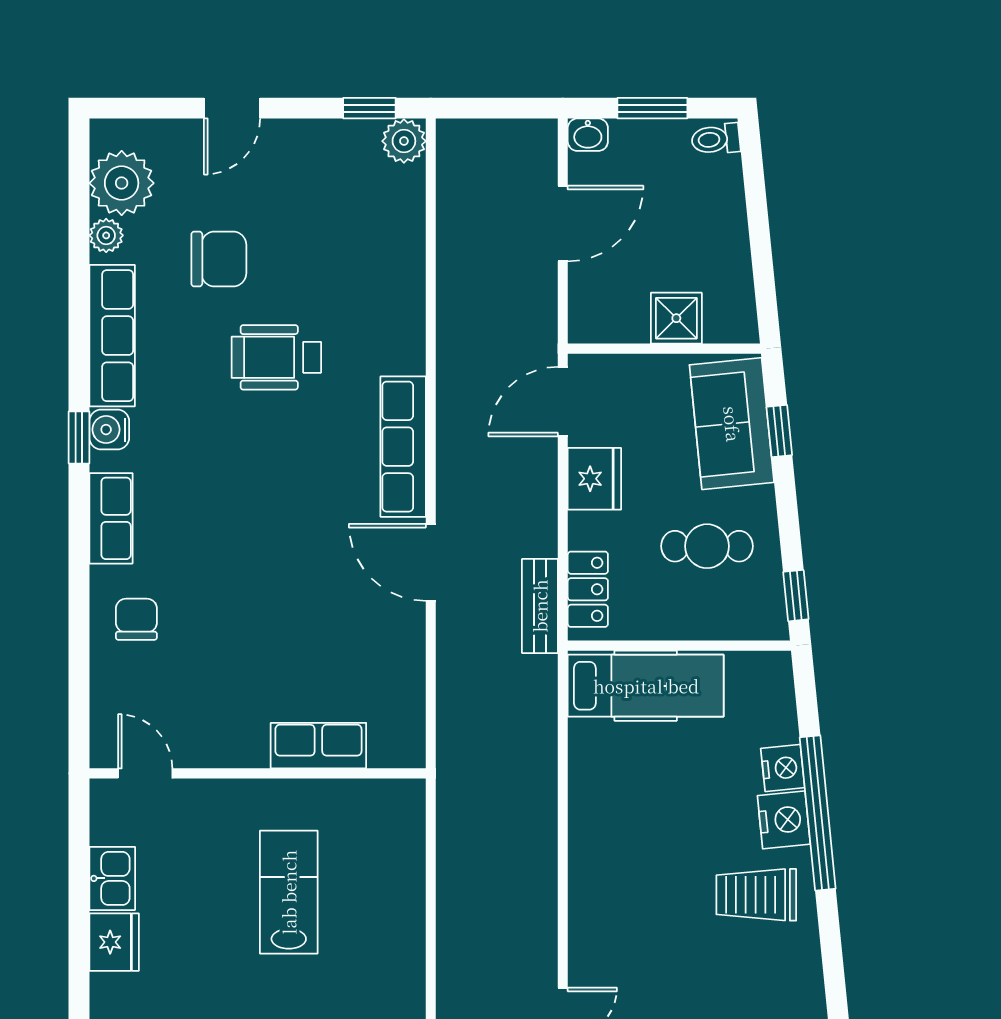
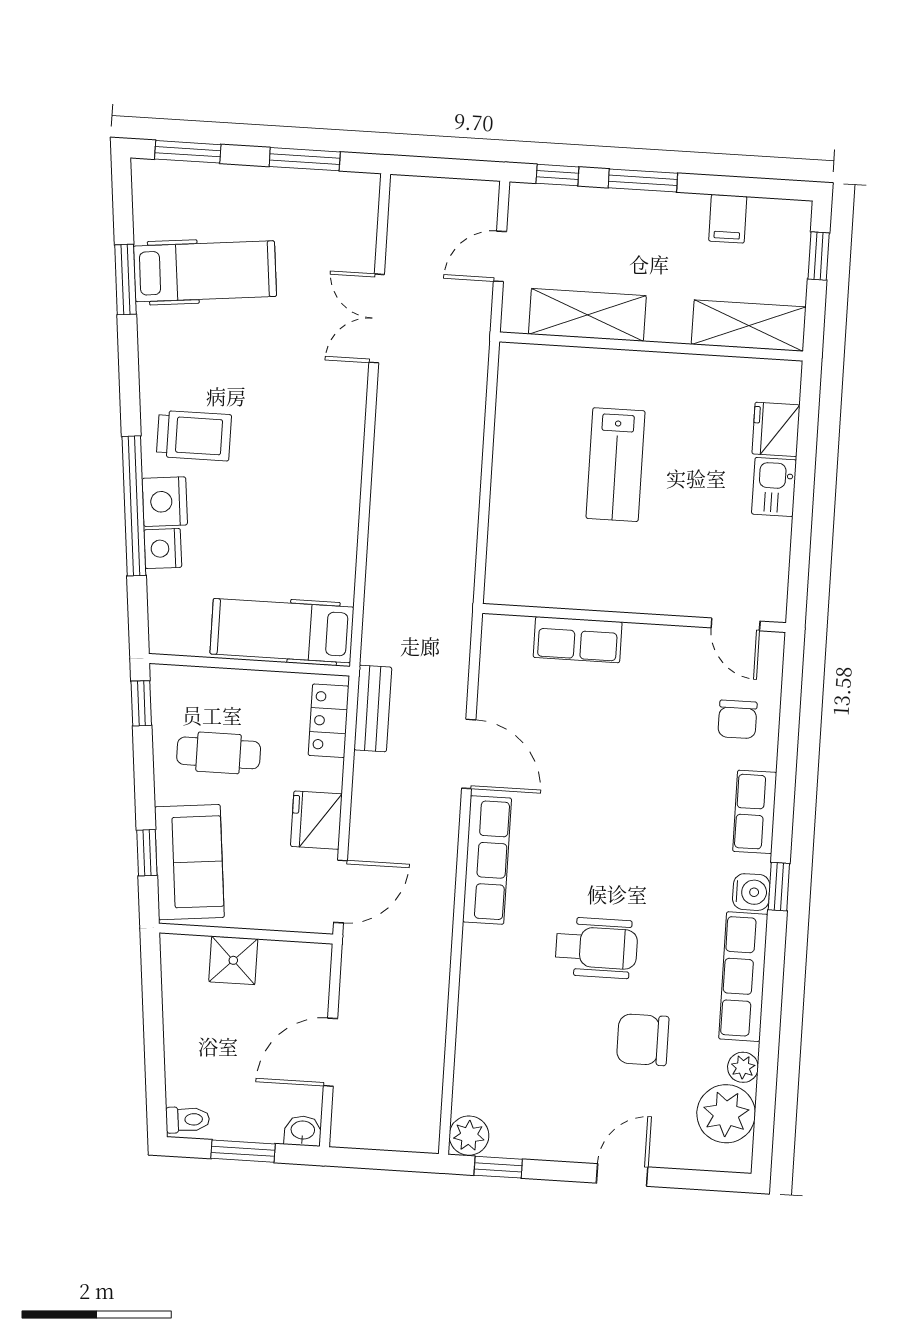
row of seats: (318, 746) -> (578, 640), moved
door: (145, 773) -> (736, 624), moved
wall: (258, 773) -> (634, 618), moved

